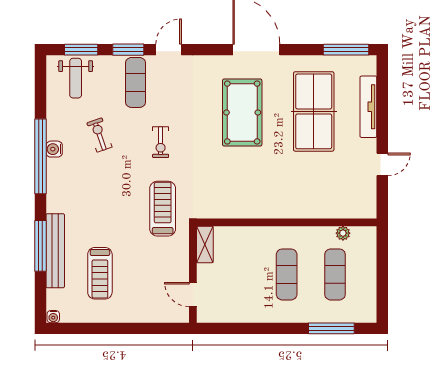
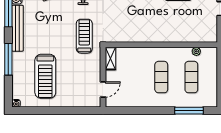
bench: (55, 251) -> (17, 28), moved
treadmill: (100, 273) -> (45, 76), width x1.37, depth x1.38
door: (193, 295) -> (103, 90), swing flipped

